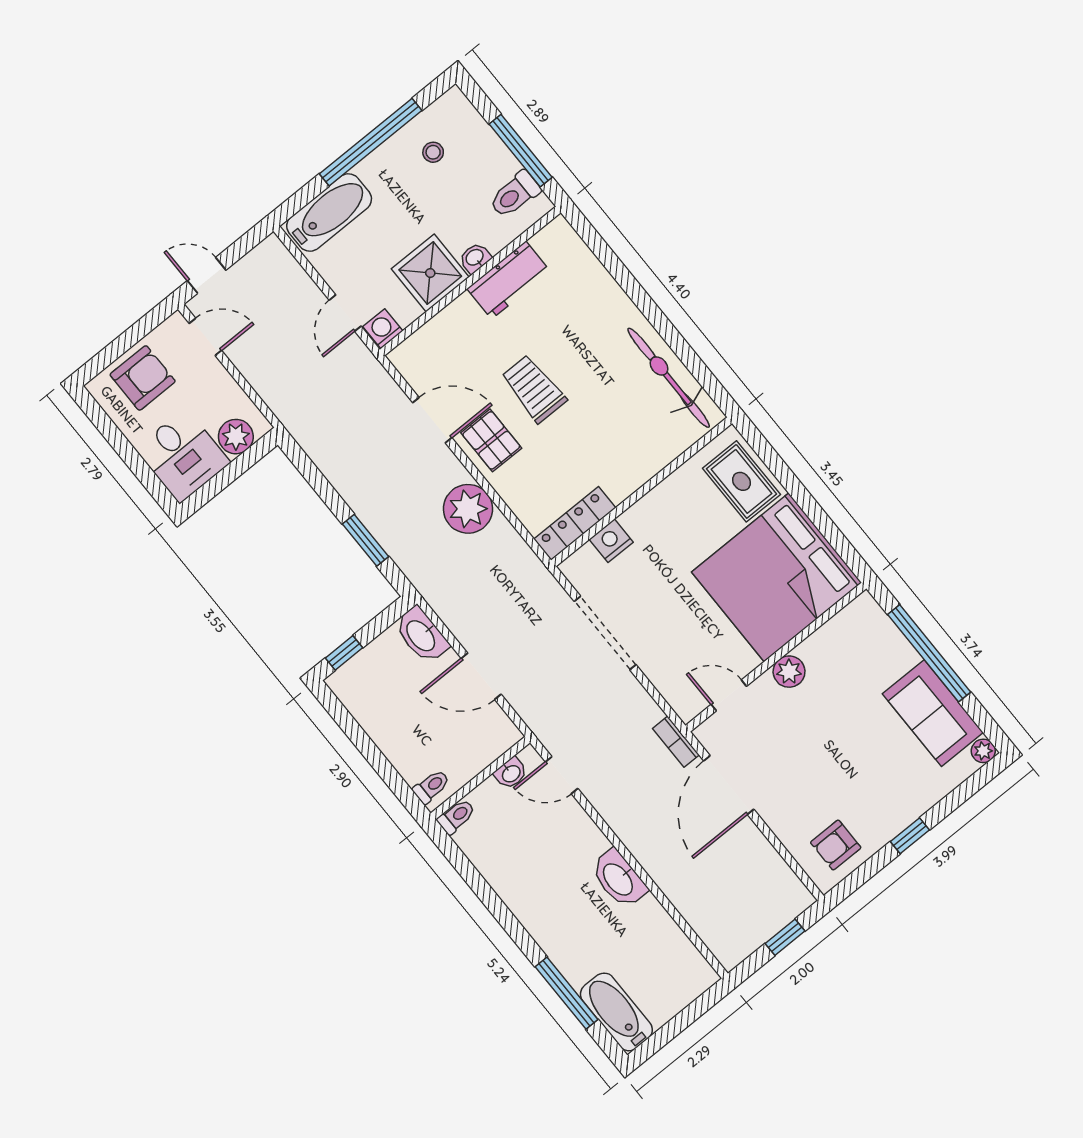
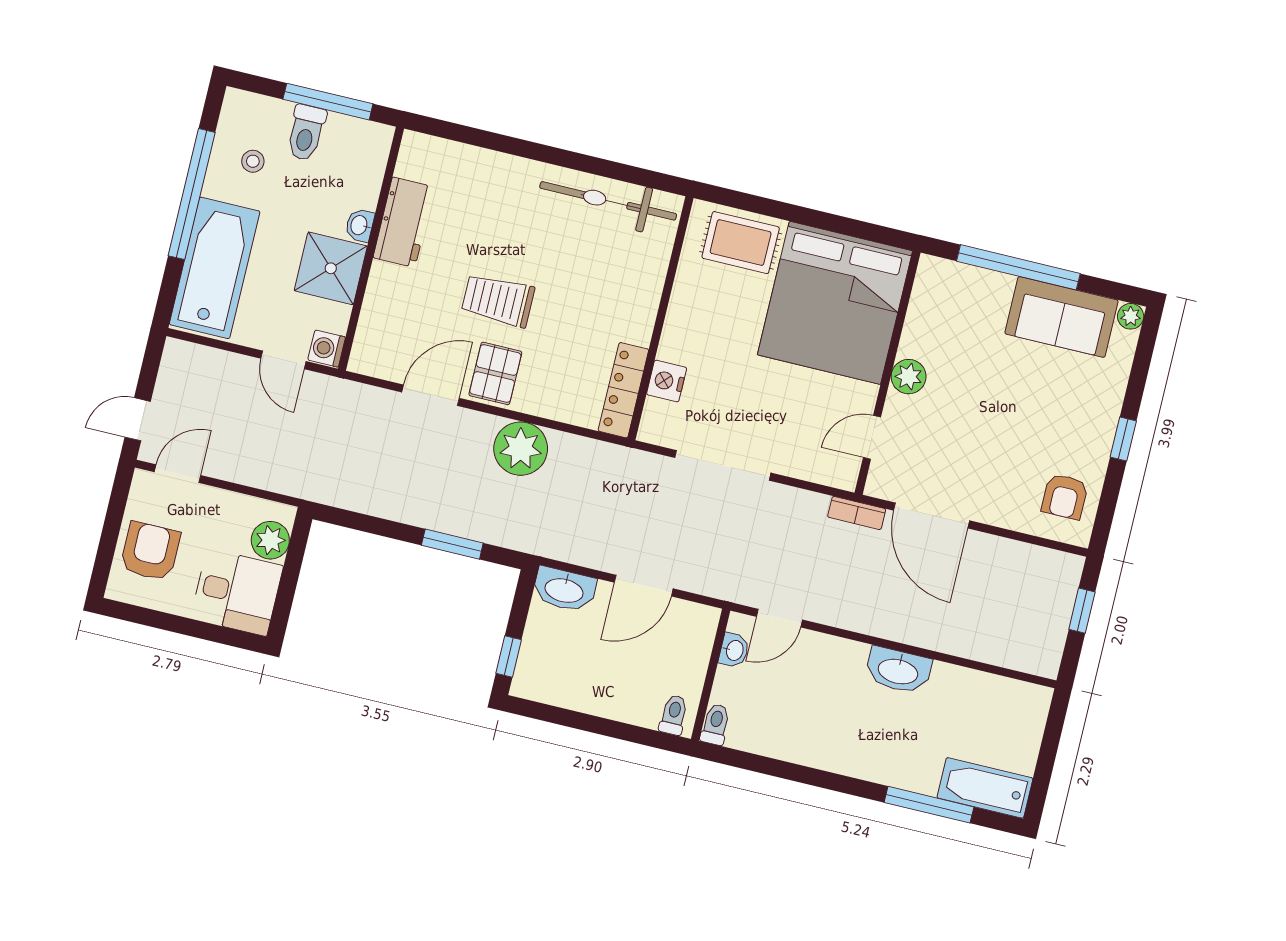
toilet: (515, 194) -> (306, 133), moved
bathtub: (329, 212) -> (215, 268), width x1.36, depth x1.36
pallet: (491, 440) -> (495, 373), turned 90

